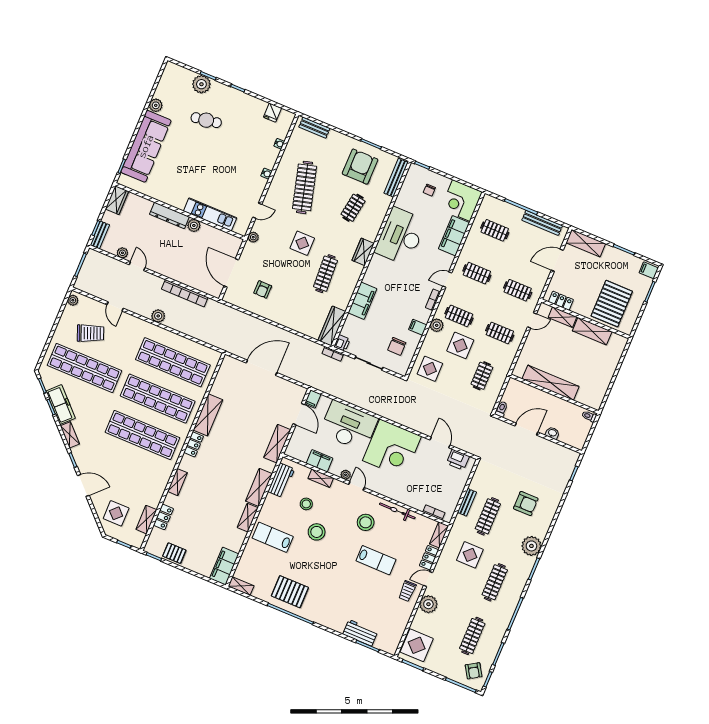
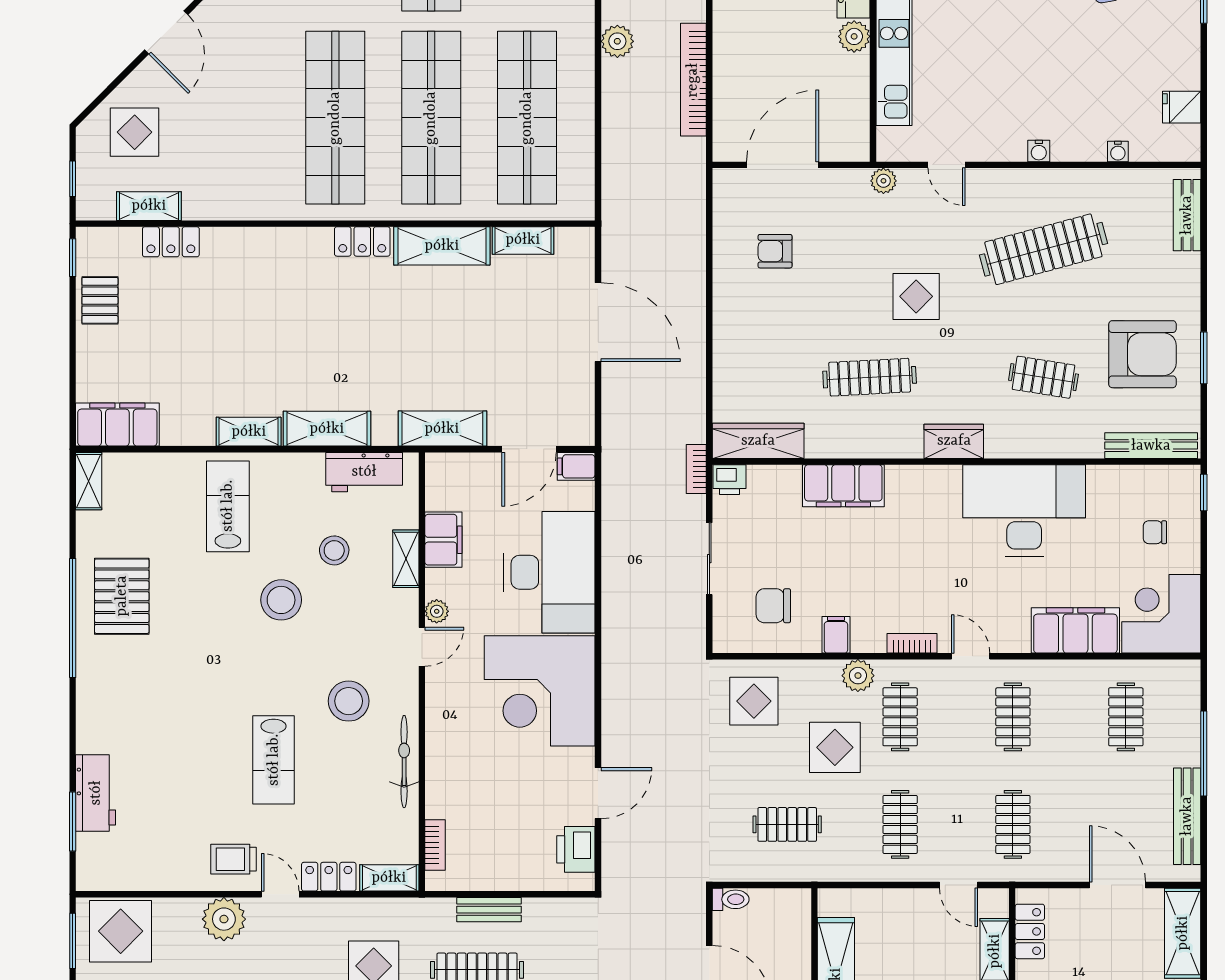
shelving: (177, 482) -> (523, 240), moved

